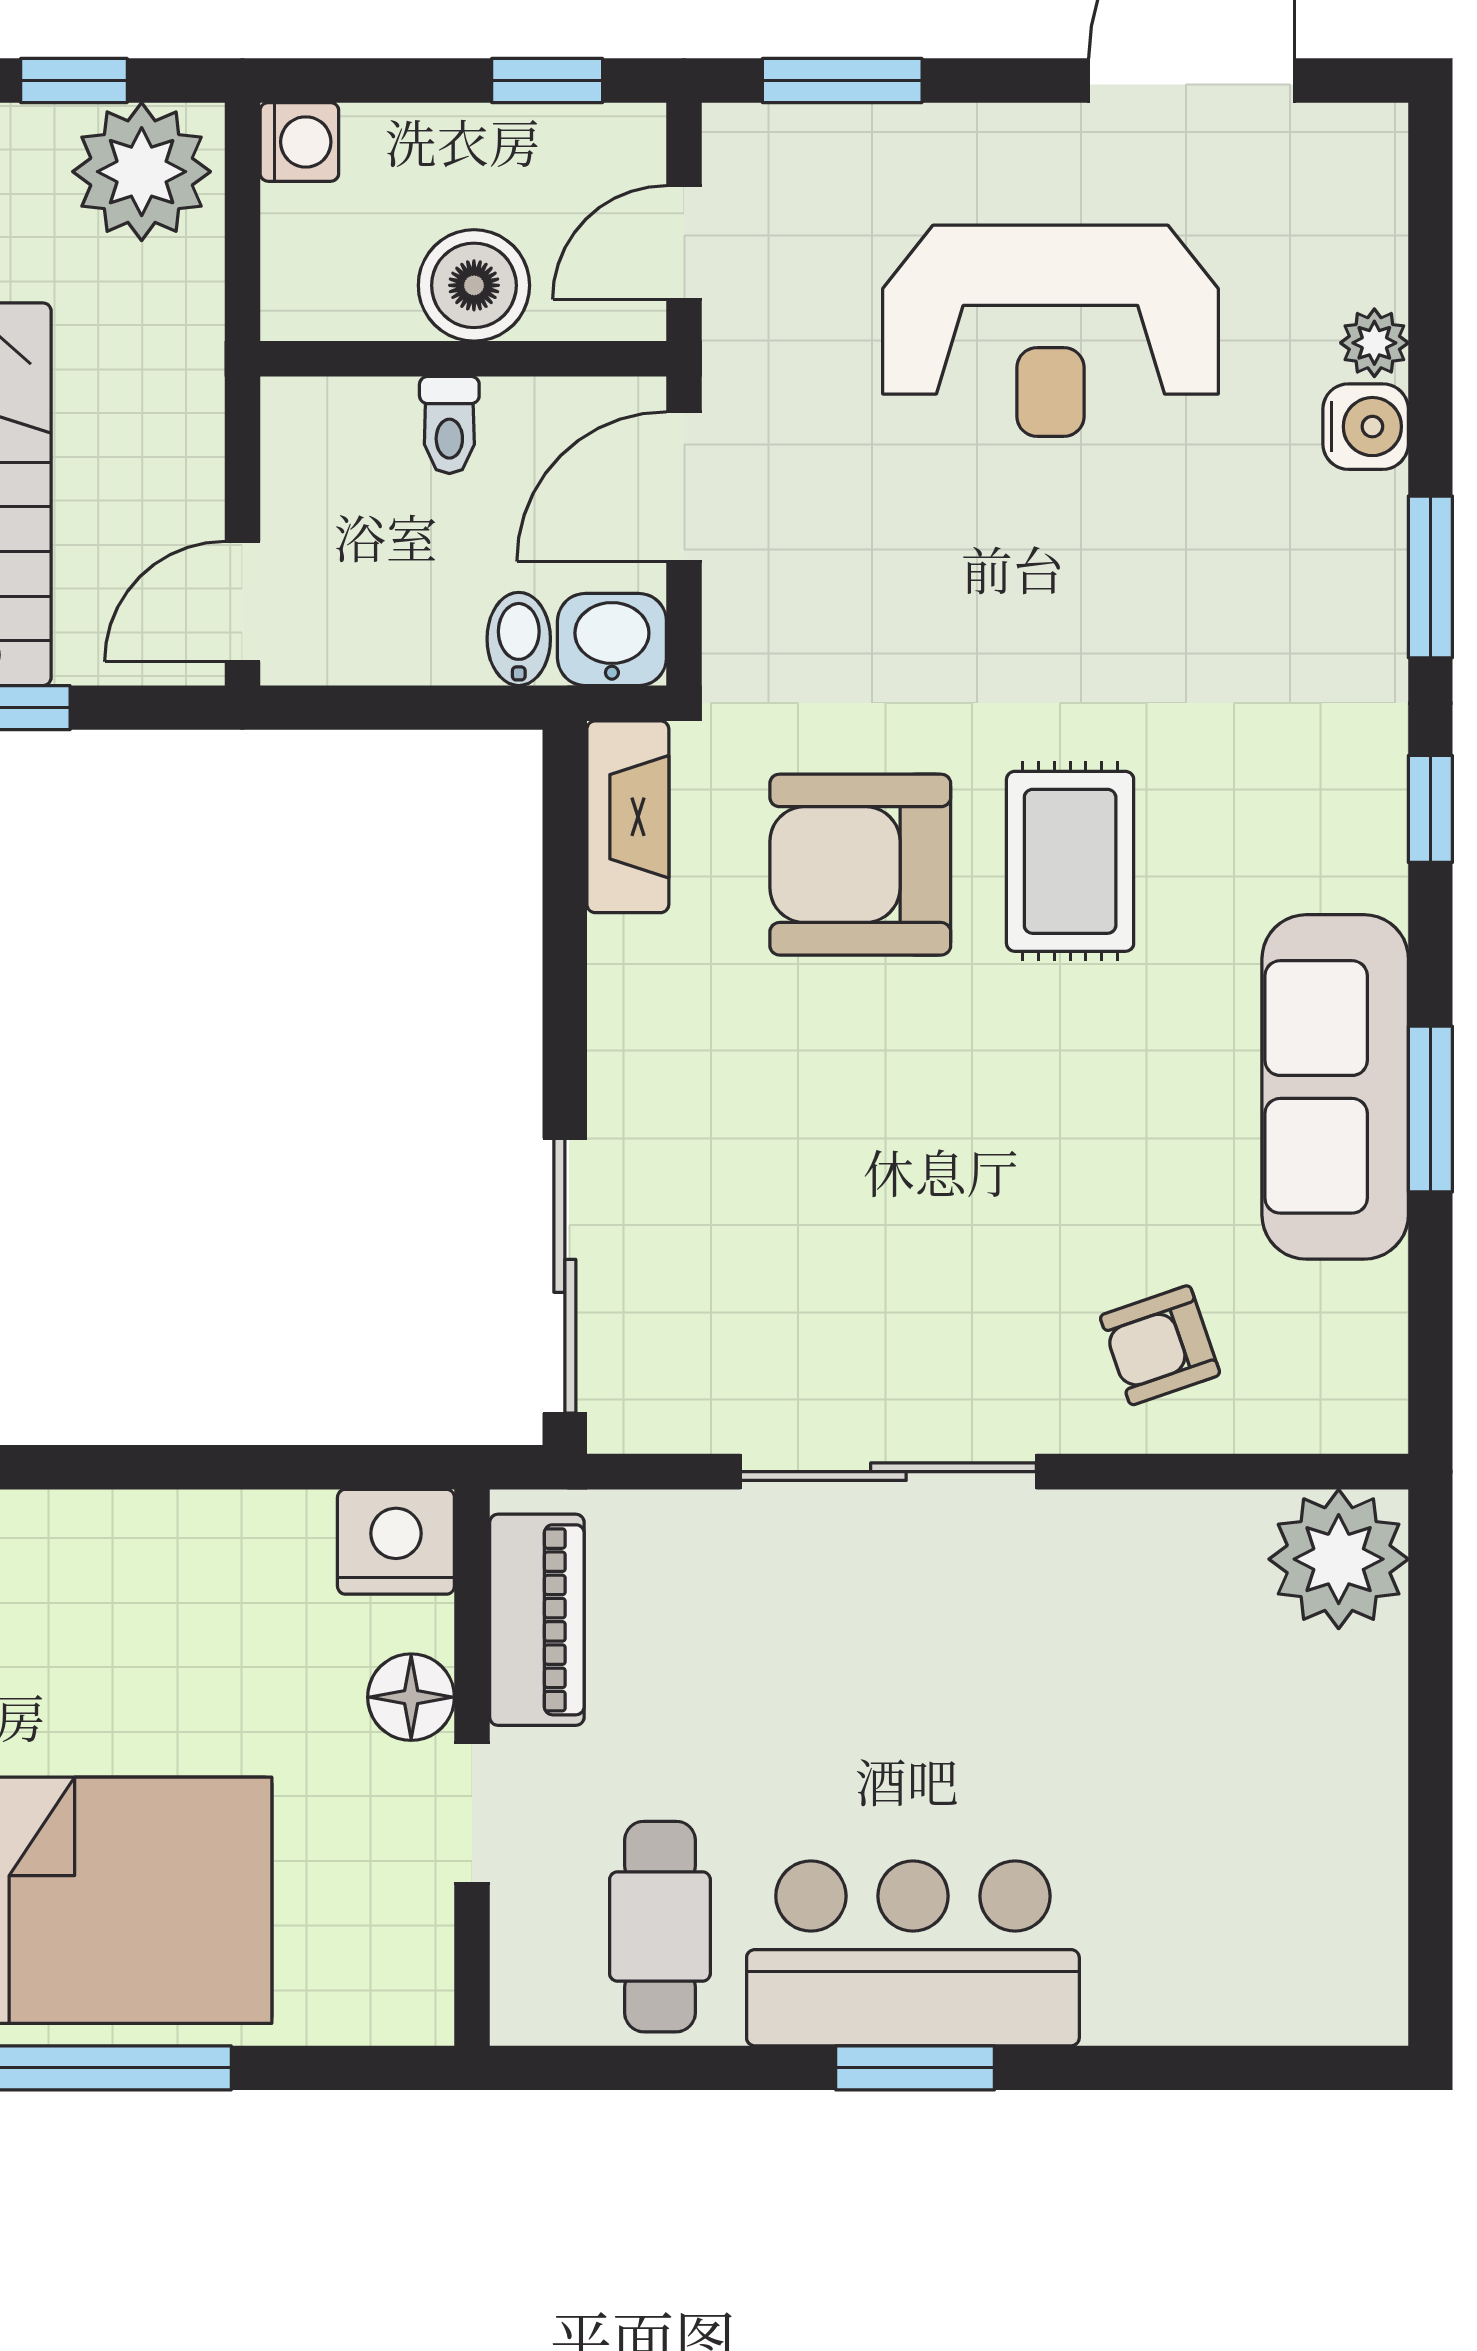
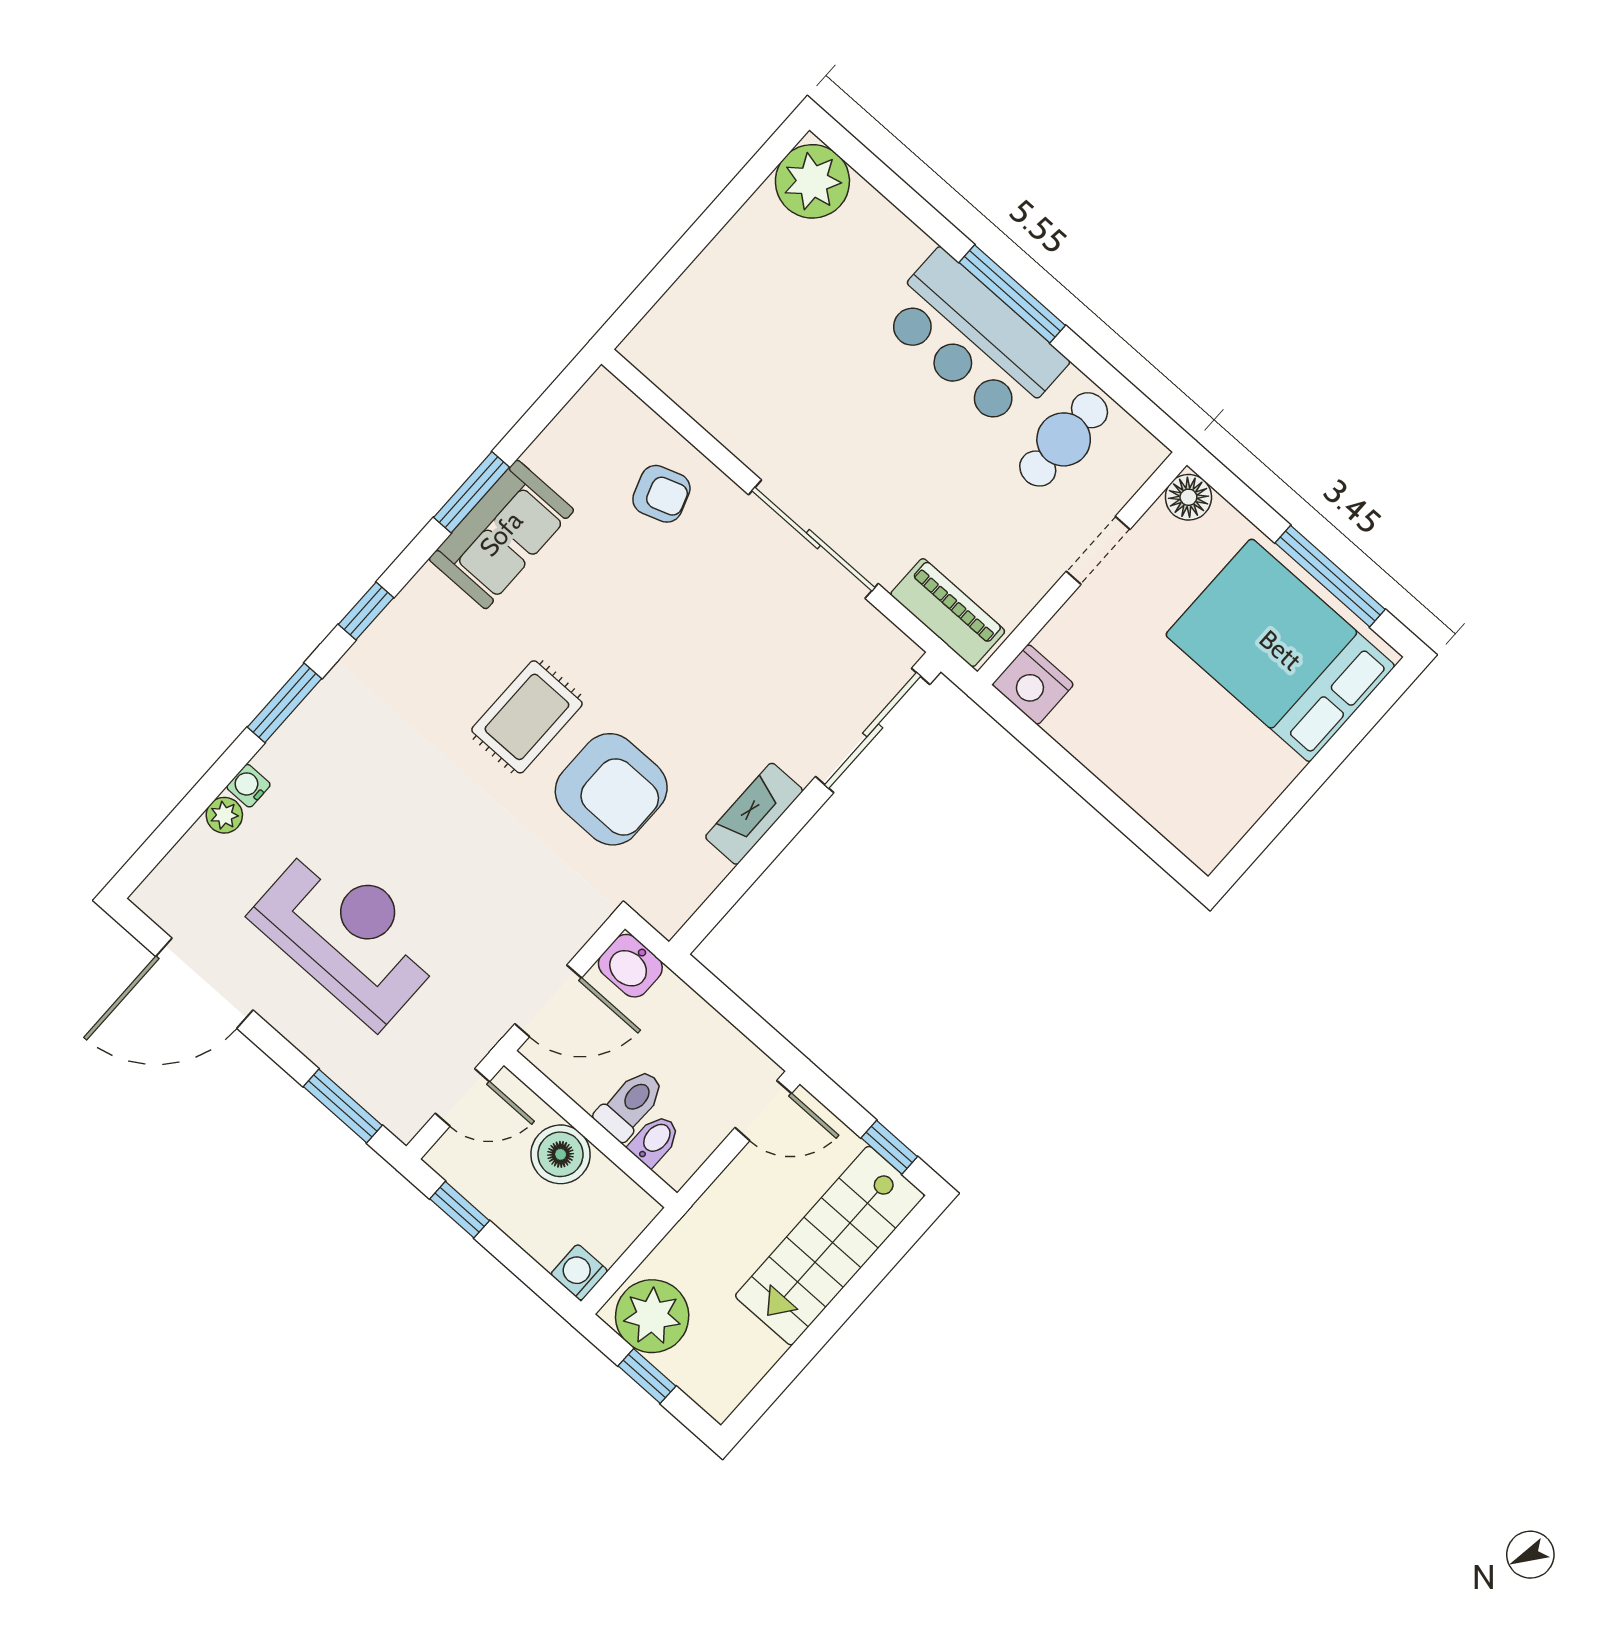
toilet: (449, 425) -> (630, 1104), width x1.37, depth x1.39
water cooler: (1366, 427) -> (248, 786), width x0.72, depth x0.72
bidet: (519, 639) -> (655, 1140), moved, turned 180
fireplace: (628, 817) -> (754, 814), moved
sofa: (1335, 1087) -> (501, 534), width x0.73
plant: (1339, 1559) -> (812, 181), moved
piano: (537, 1620) -> (948, 613), moved, turned 90
floor lamp: (411, 1697) -> (1188, 497), moved
window: (915, 2068) -> (1012, 294), width x1.44

